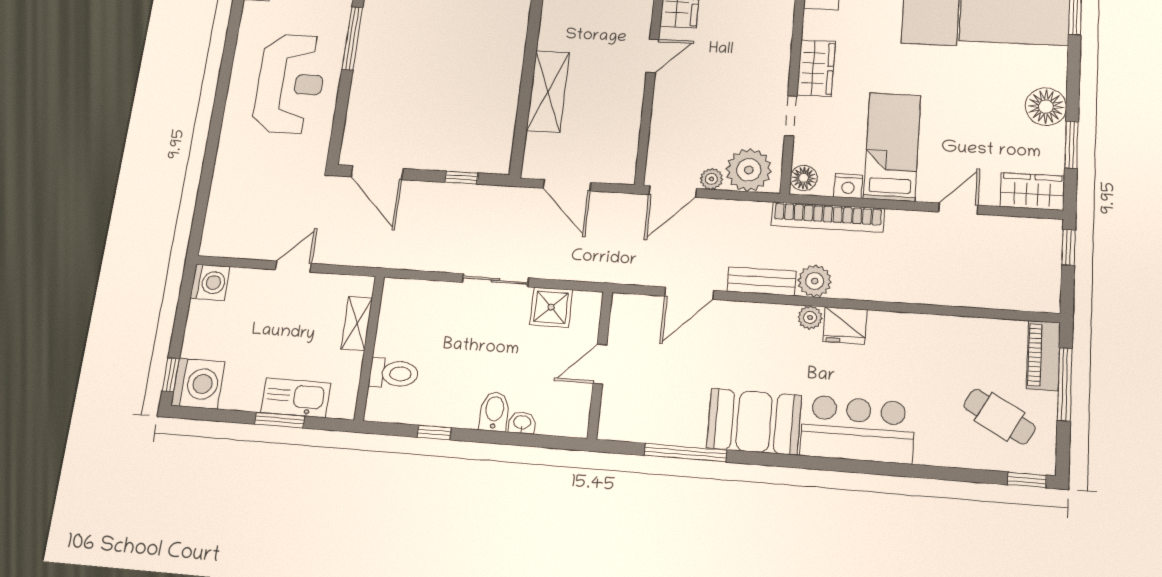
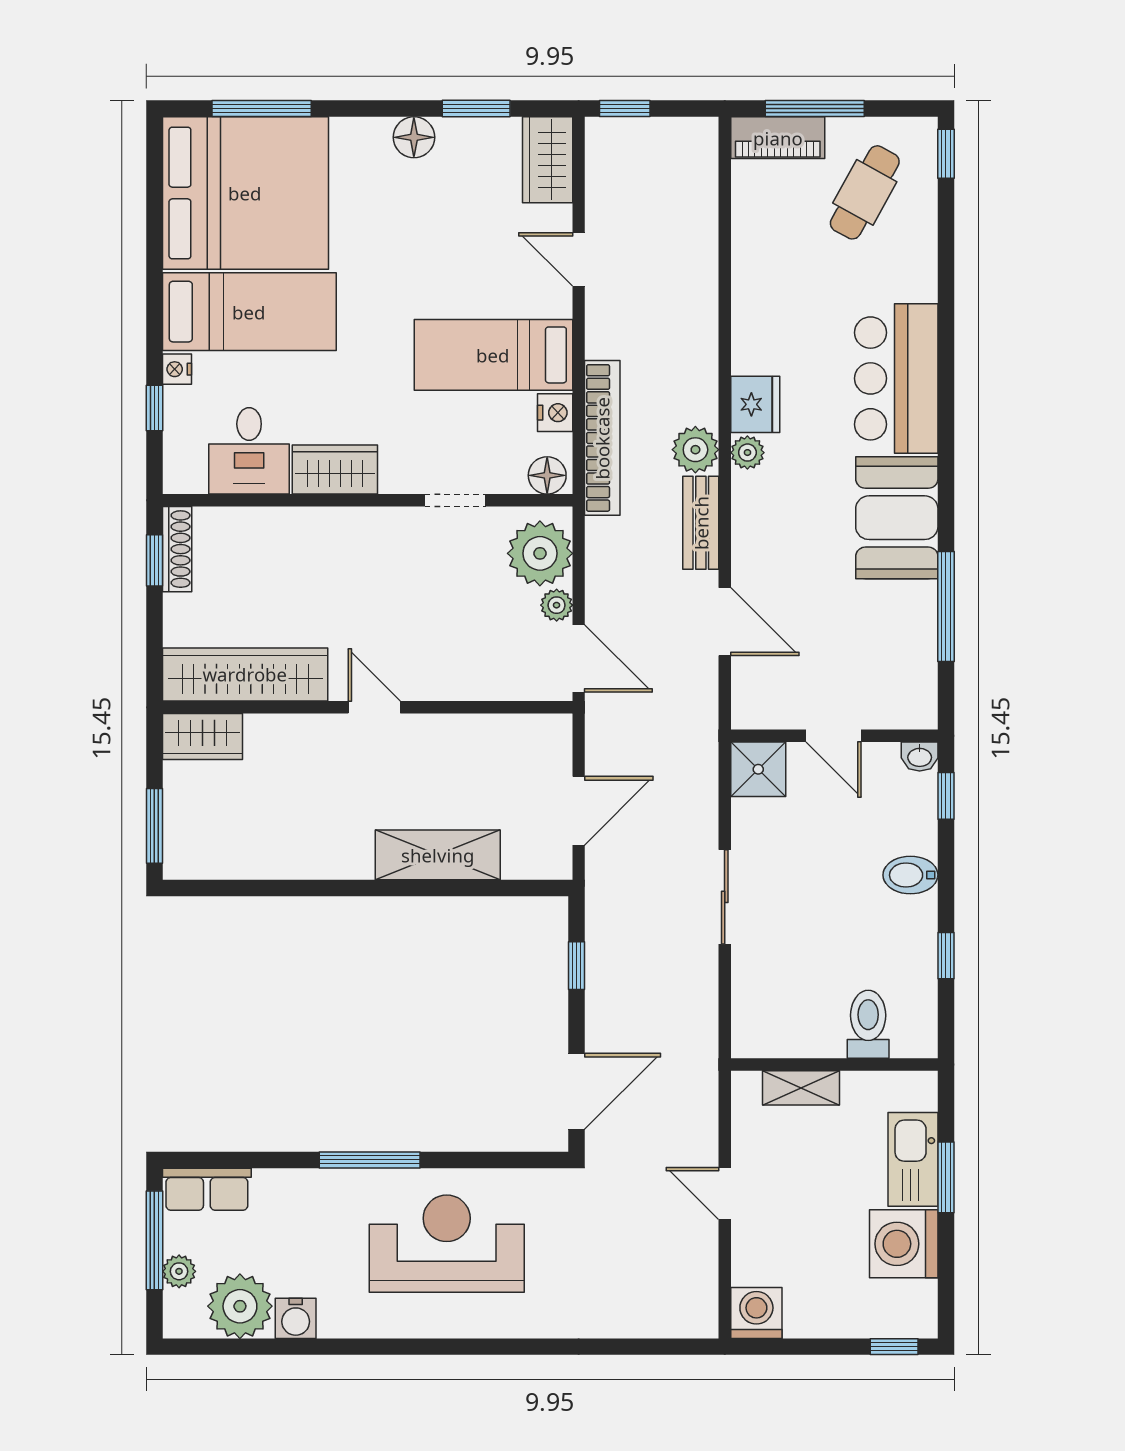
wardrobe: (816, 68) -> (335, 470), moved
floor lamp: (1046, 107) -> (414, 137), width x0.73, depth x0.73
shower: (551, 307) -> (758, 769), moved
washing machine: (198, 384) -> (904, 1244), moved, turned -90
washbasin: (522, 423) -> (920, 757), moved, turned -90
window: (548, 442) -> (946, 796), added

